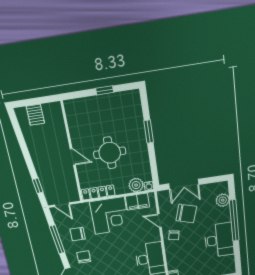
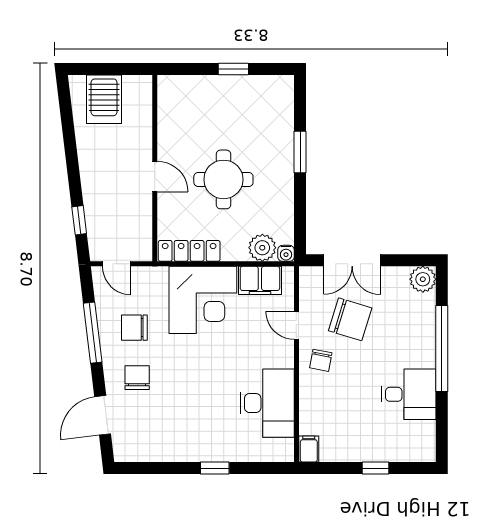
server rack: (35, 115) -> (104, 99), width x1.36, depth x1.44
plant: (223, 200) -> (423, 279), moved
desk: (219, 240) -> (408, 394), width x0.73

